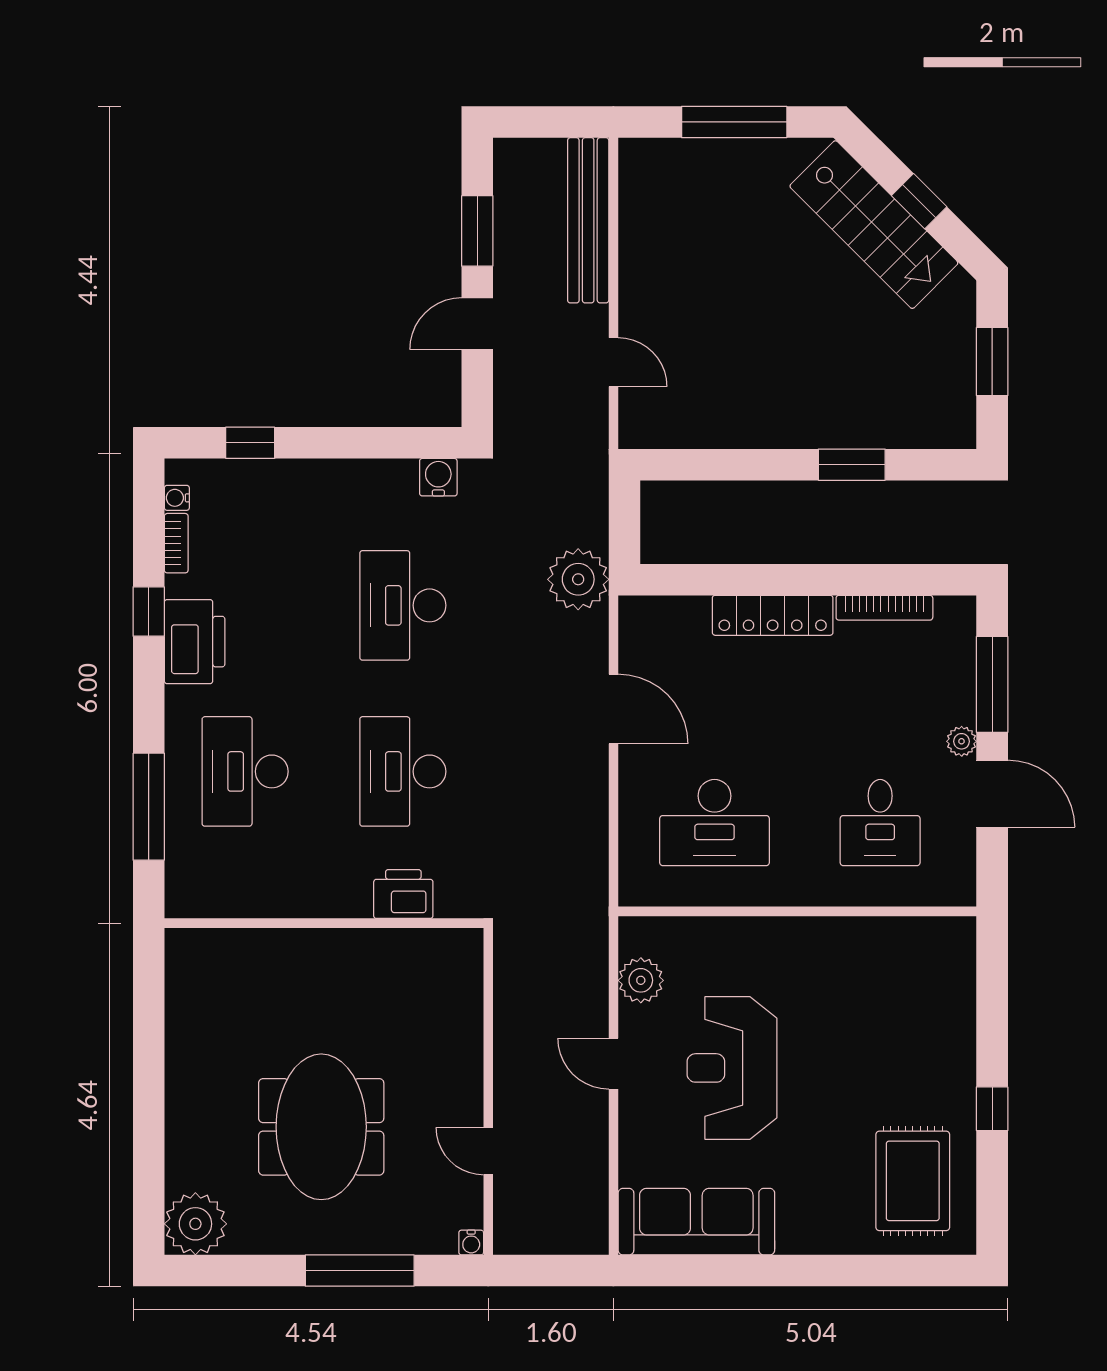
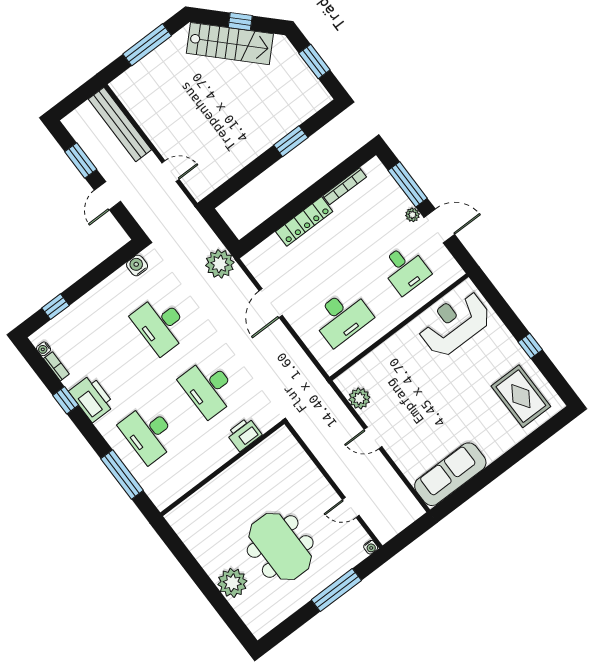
door: (613, 709) -> (271, 303), swing flipped
reception desk: (732, 1068) -> (454, 323), moved, turned 90
plant: (195, 1224) -> (232, 583), moved

